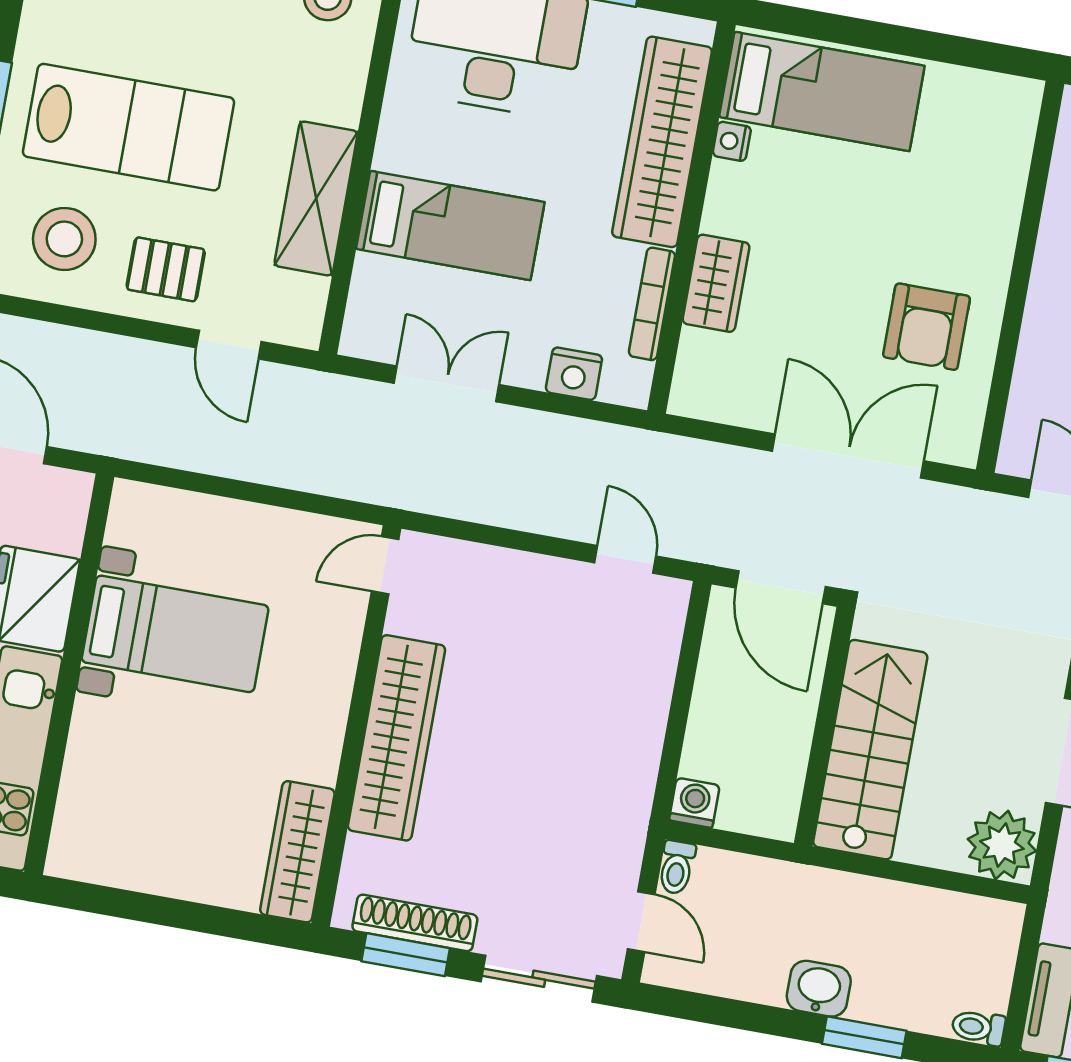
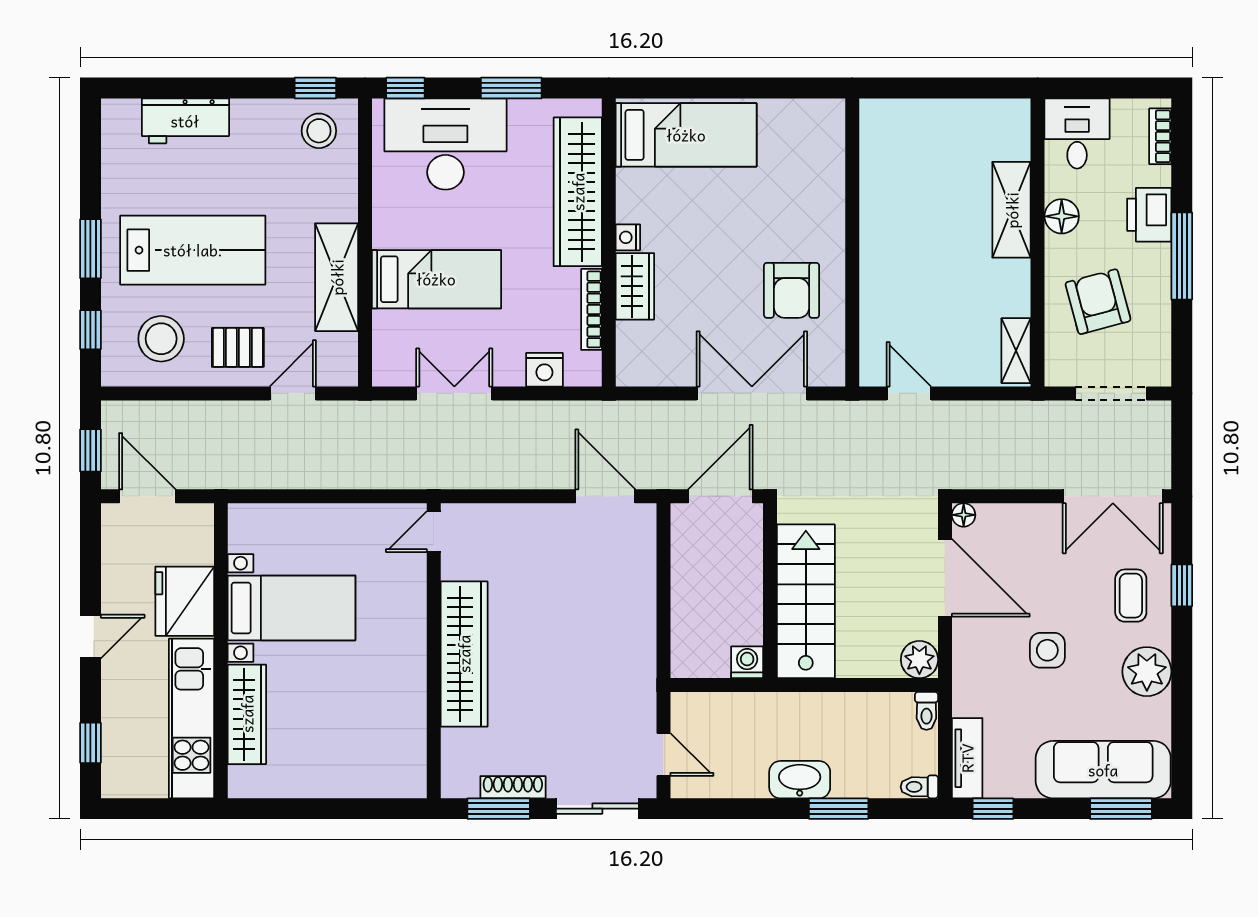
nightstand: (732, 141) -> (628, 237), moved
door: (229, 345) -> (293, 393), swing flipped
door: (625, 559) -> (605, 496), width x1.38
door: (781, 587) -> (720, 496), swing flipped
washing machine: (694, 803) -> (747, 662), moved
plant: (1002, 845) -> (919, 660), width x0.73, depth x0.73
wardrobe: (297, 852) -> (247, 714), moved, turned 180
toilet: (677, 867) -> (926, 711), moved
shoe rack: (415, 923) -> (513, 787), width x0.74, depth x0.81
washbasin: (819, 989) -> (800, 780), width x1.38

